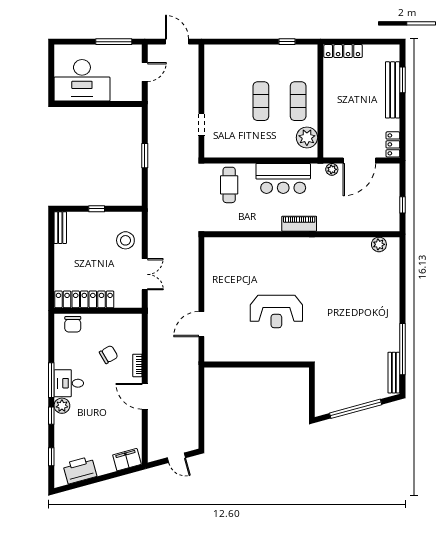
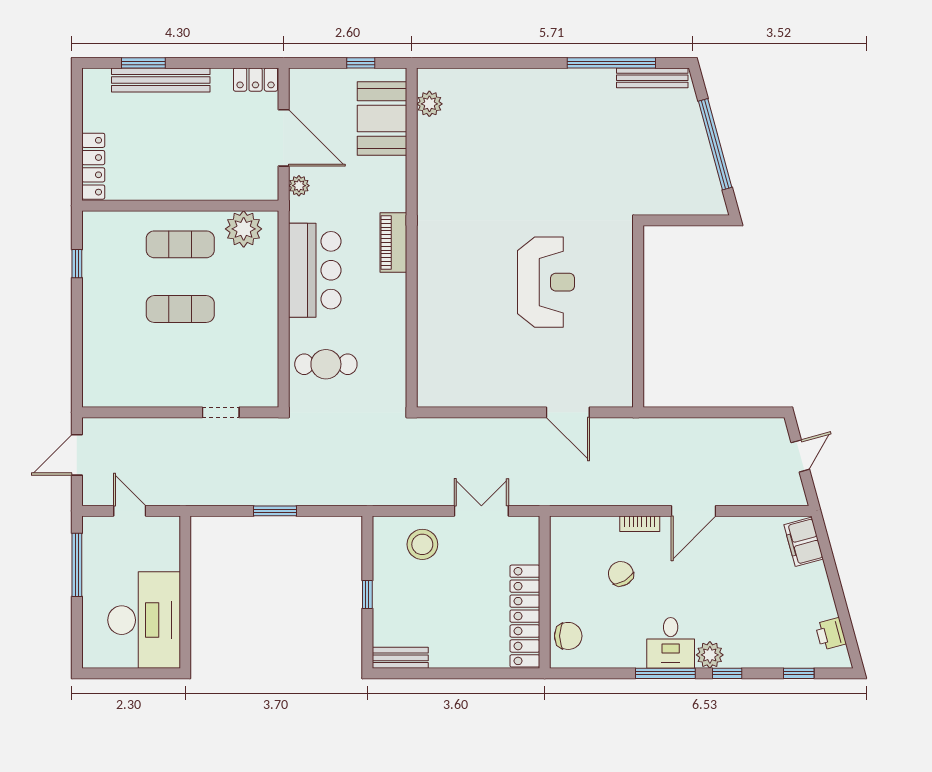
booth: (370, 217) -> (382, 118), added
printer: (80, 470) -> (831, 634), width x0.53, depth x0.68

